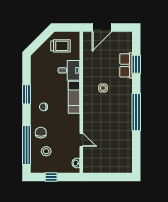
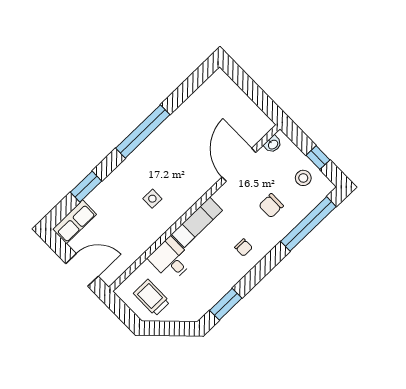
row of seats: (126, 65) -> (74, 222), moved
window: (26, 94) -> (226, 304), moved
chair: (41, 133) -> (271, 206), moved
door: (81, 140) -> (239, 165), width x1.87
stool: (46, 151) -> (303, 178), moved

